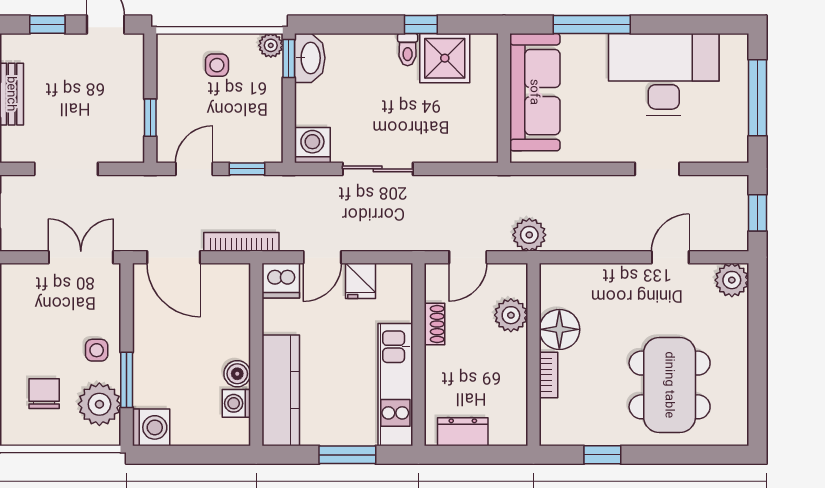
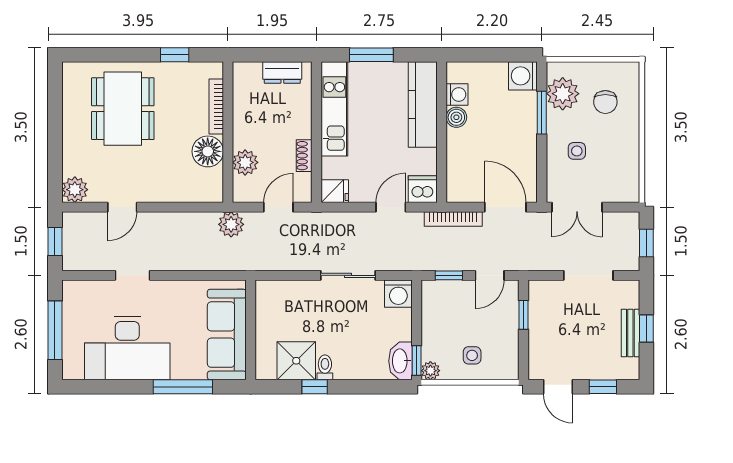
fridge: (360, 281) -> (335, 191), moved, turned 90
side table: (97, 350) -> (577, 151), moved
bookcase: (548, 375) -> (216, 106), width x1.56

